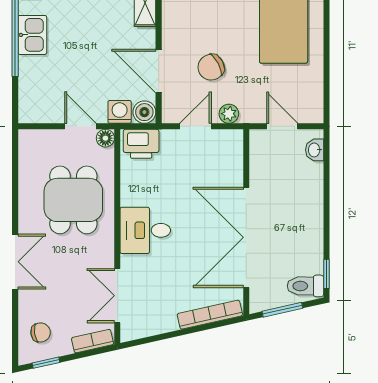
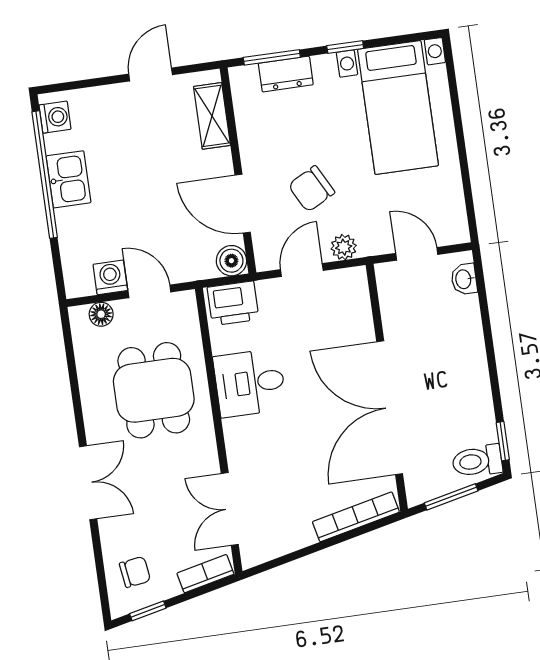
washing machine: (120, 112) -> (110, 277), moved
floor lamp: (105, 138) -> (101, 314), moved
desk: (145, 230) -> (250, 383), moved

